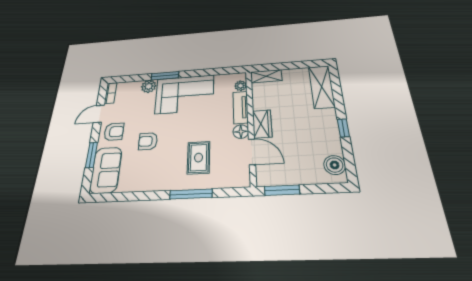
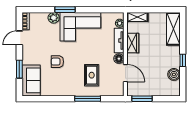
wardrobe: (262, 124) -> (133, 43), moved
armchair: (114, 132) -> (33, 53), removed
boiler: (335, 165) -> (174, 74), moved

